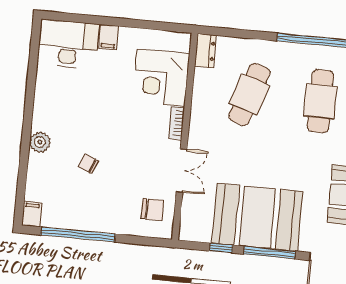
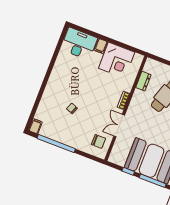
dresser: (205, 51) -> (143, 81), moved
corner desk: (161, 77) -> (117, 60), moved, turned -90
plant: (40, 142) -> (50, 90), removed
double door: (182, 171) -> (119, 126), swing flipped

